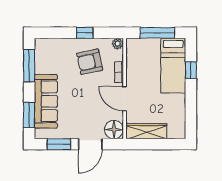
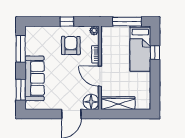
armchair: (90, 62) -> (71, 46), turned 102
window: (59, 144) -> (45, 114), removed

